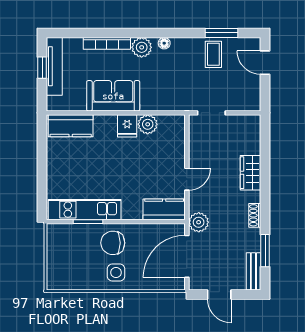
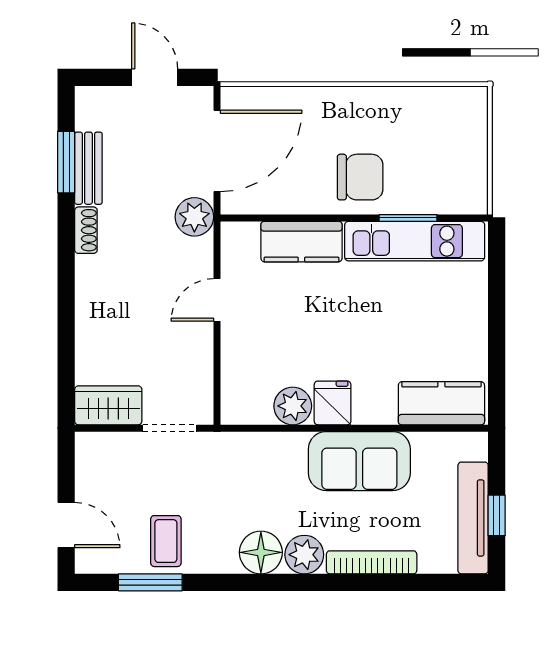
floor lamp: (164, 43) -> (261, 552), width x1.89, depth x1.89
wardrobe: (251, 173) -> (108, 405), moved, turned -90
kitchen counter: (164, 209) -> (301, 242), moved
bench: (253, 271) -> (88, 168), moved
side table: (116, 273) -> (354, 120), removed

